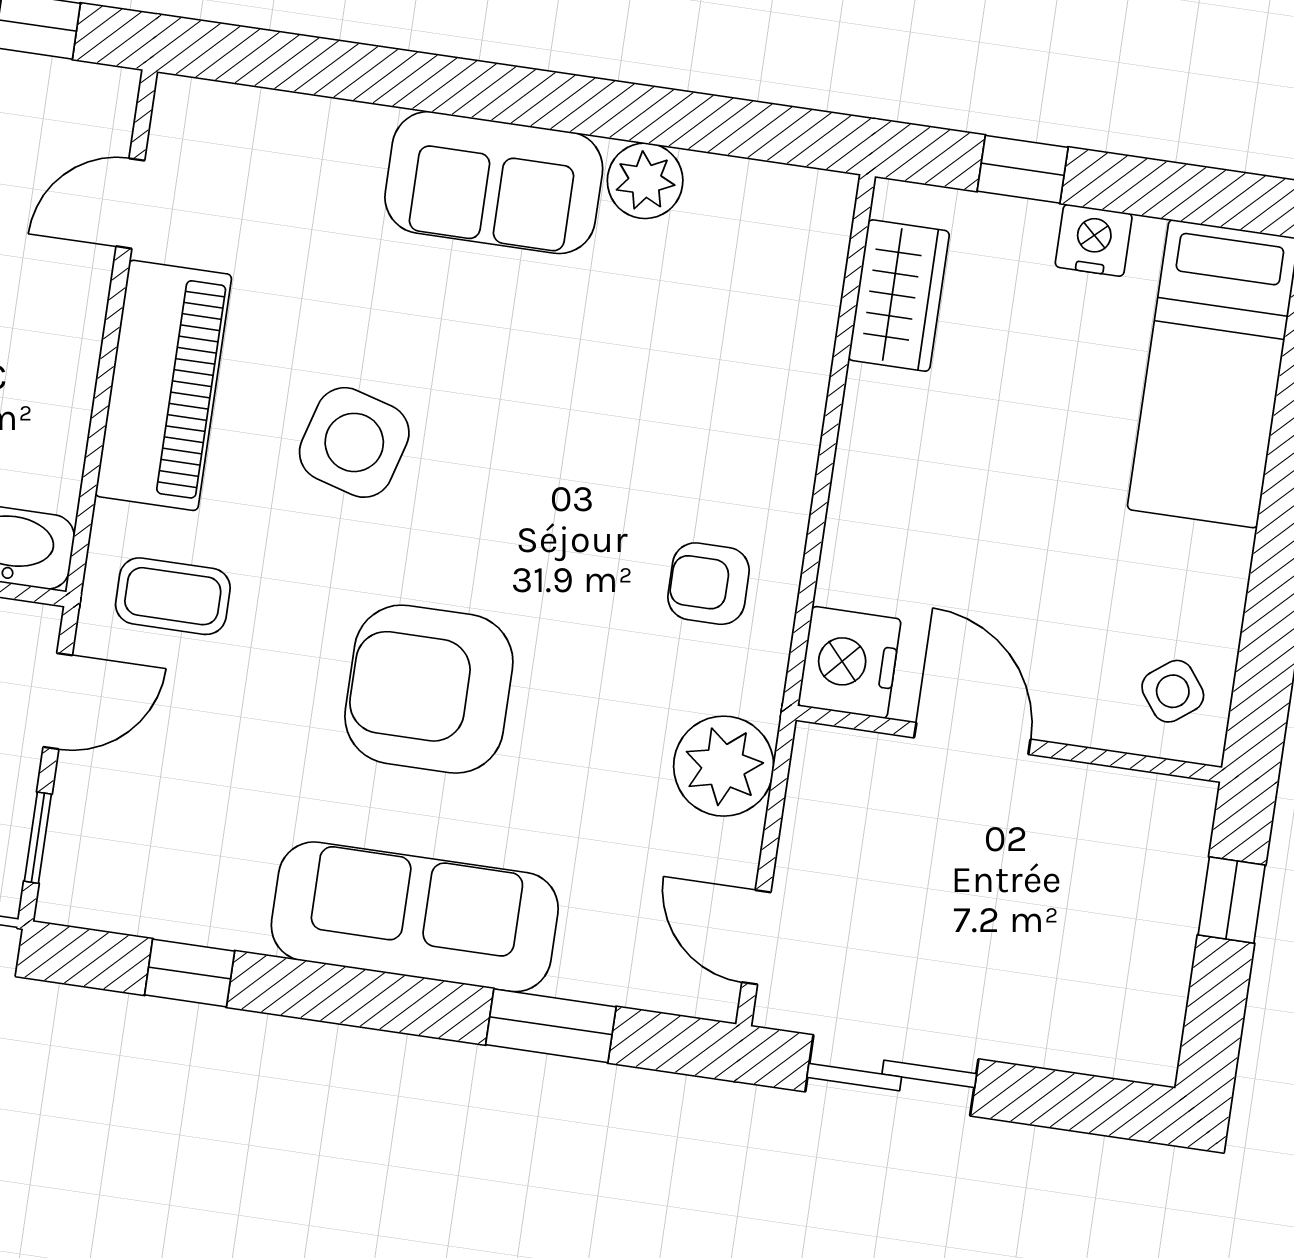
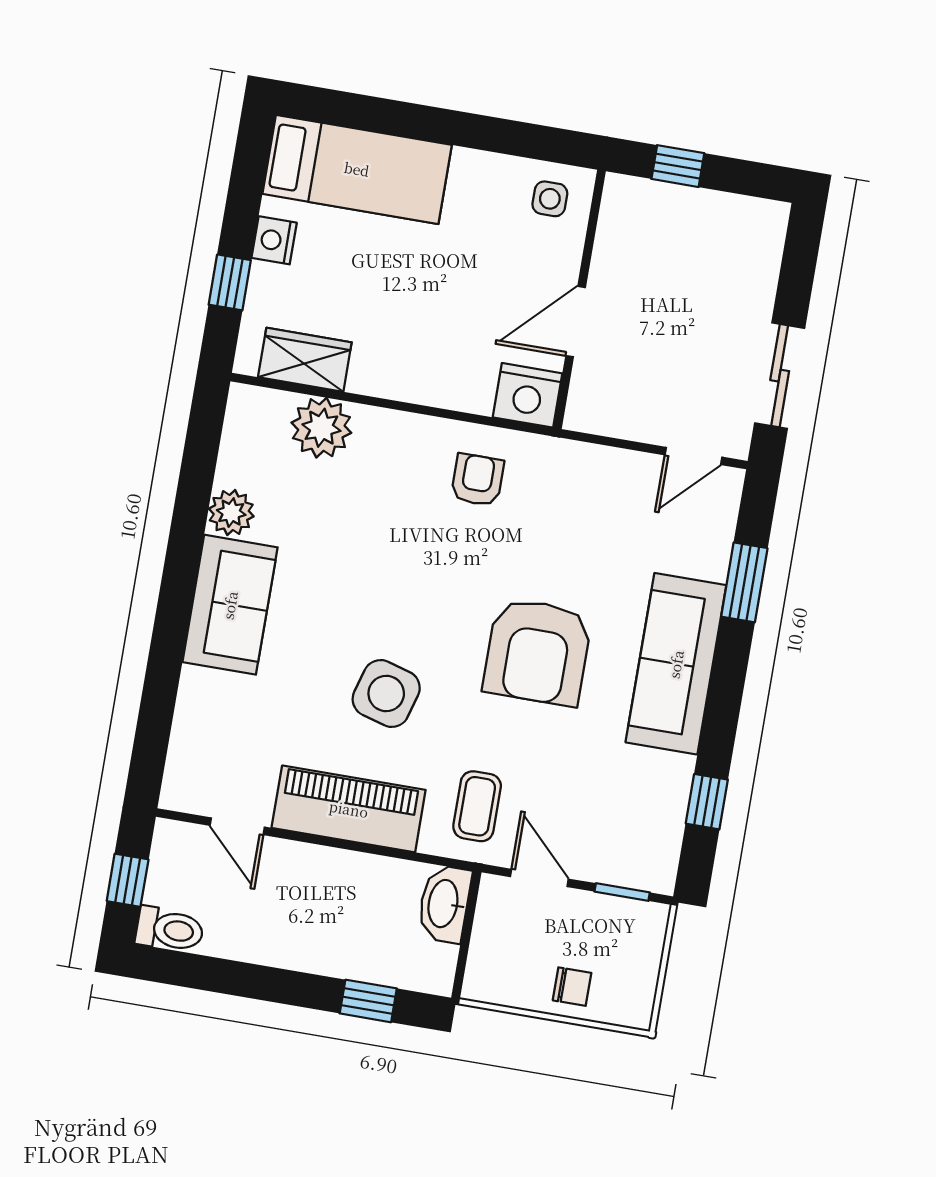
armchair: (709, 584) -> (477, 480), turned 180
side table: (1173, 691) -> (550, 199), turned 37
plant: (724, 766) -> (321, 428), moved

